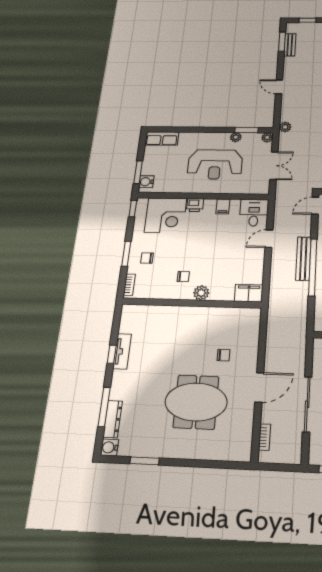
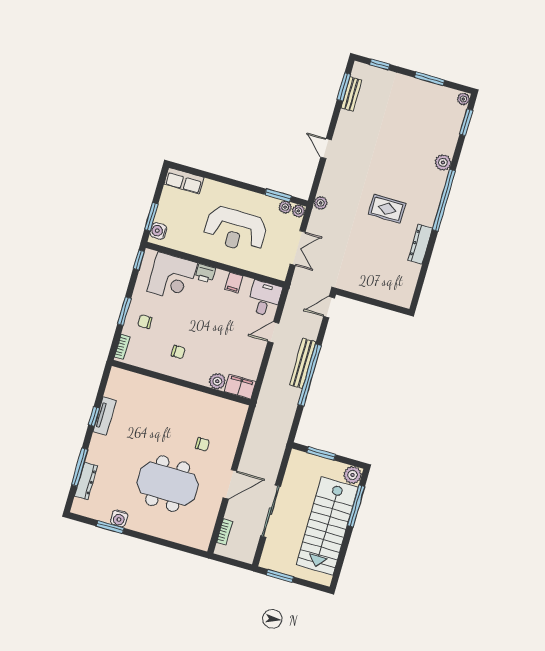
plant: (236, 137) -> (285, 207), moved
plant: (201, 293) -> (217, 381), moved
water cooler: (110, 447) -> (119, 518), moved, turned -90

